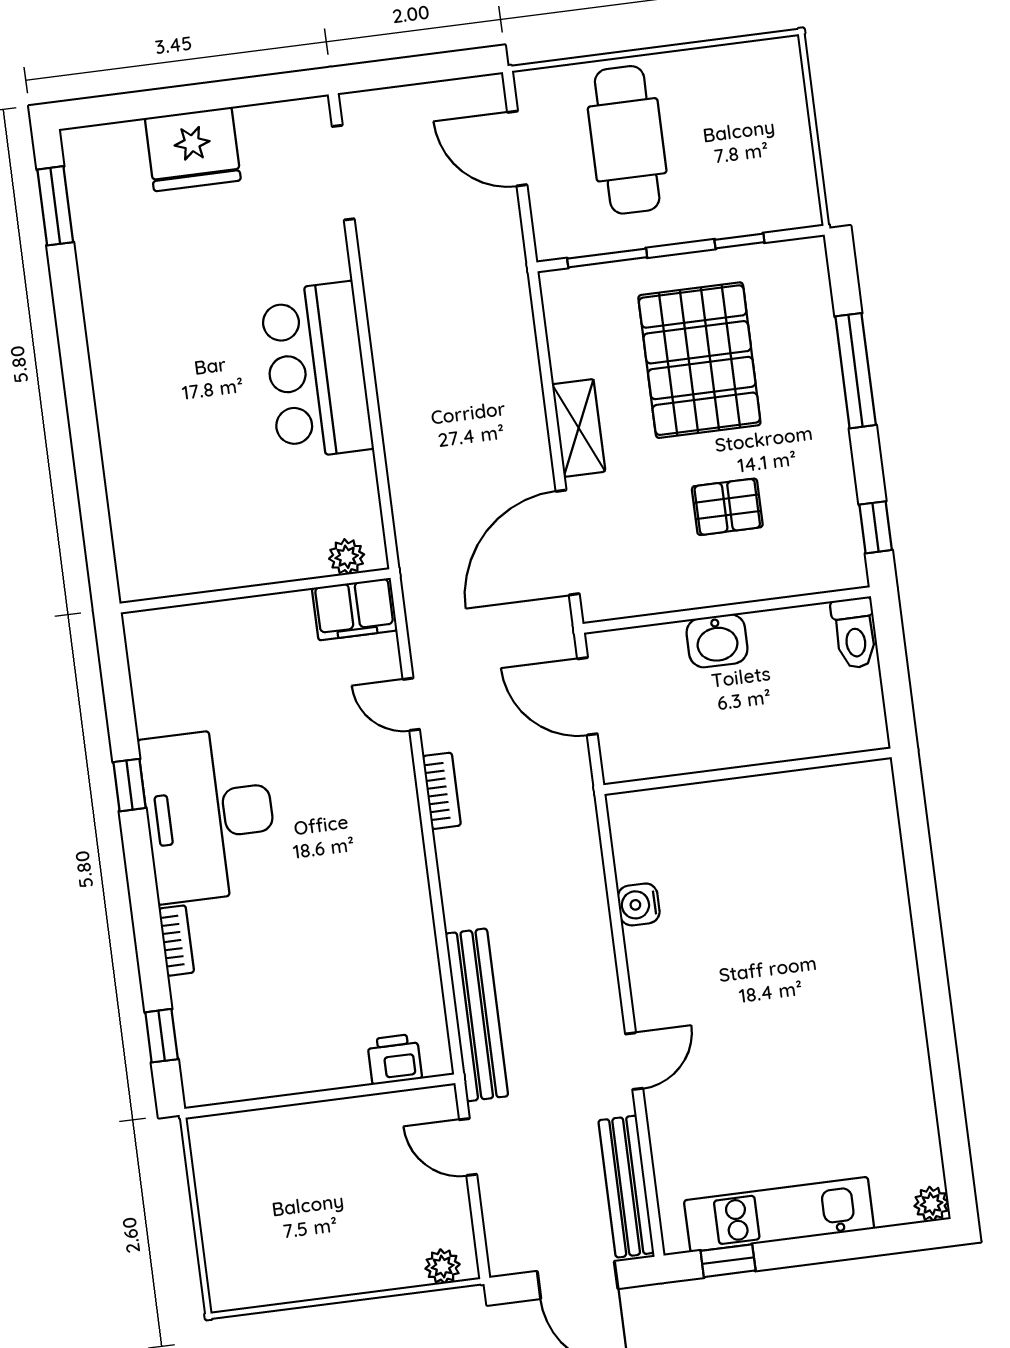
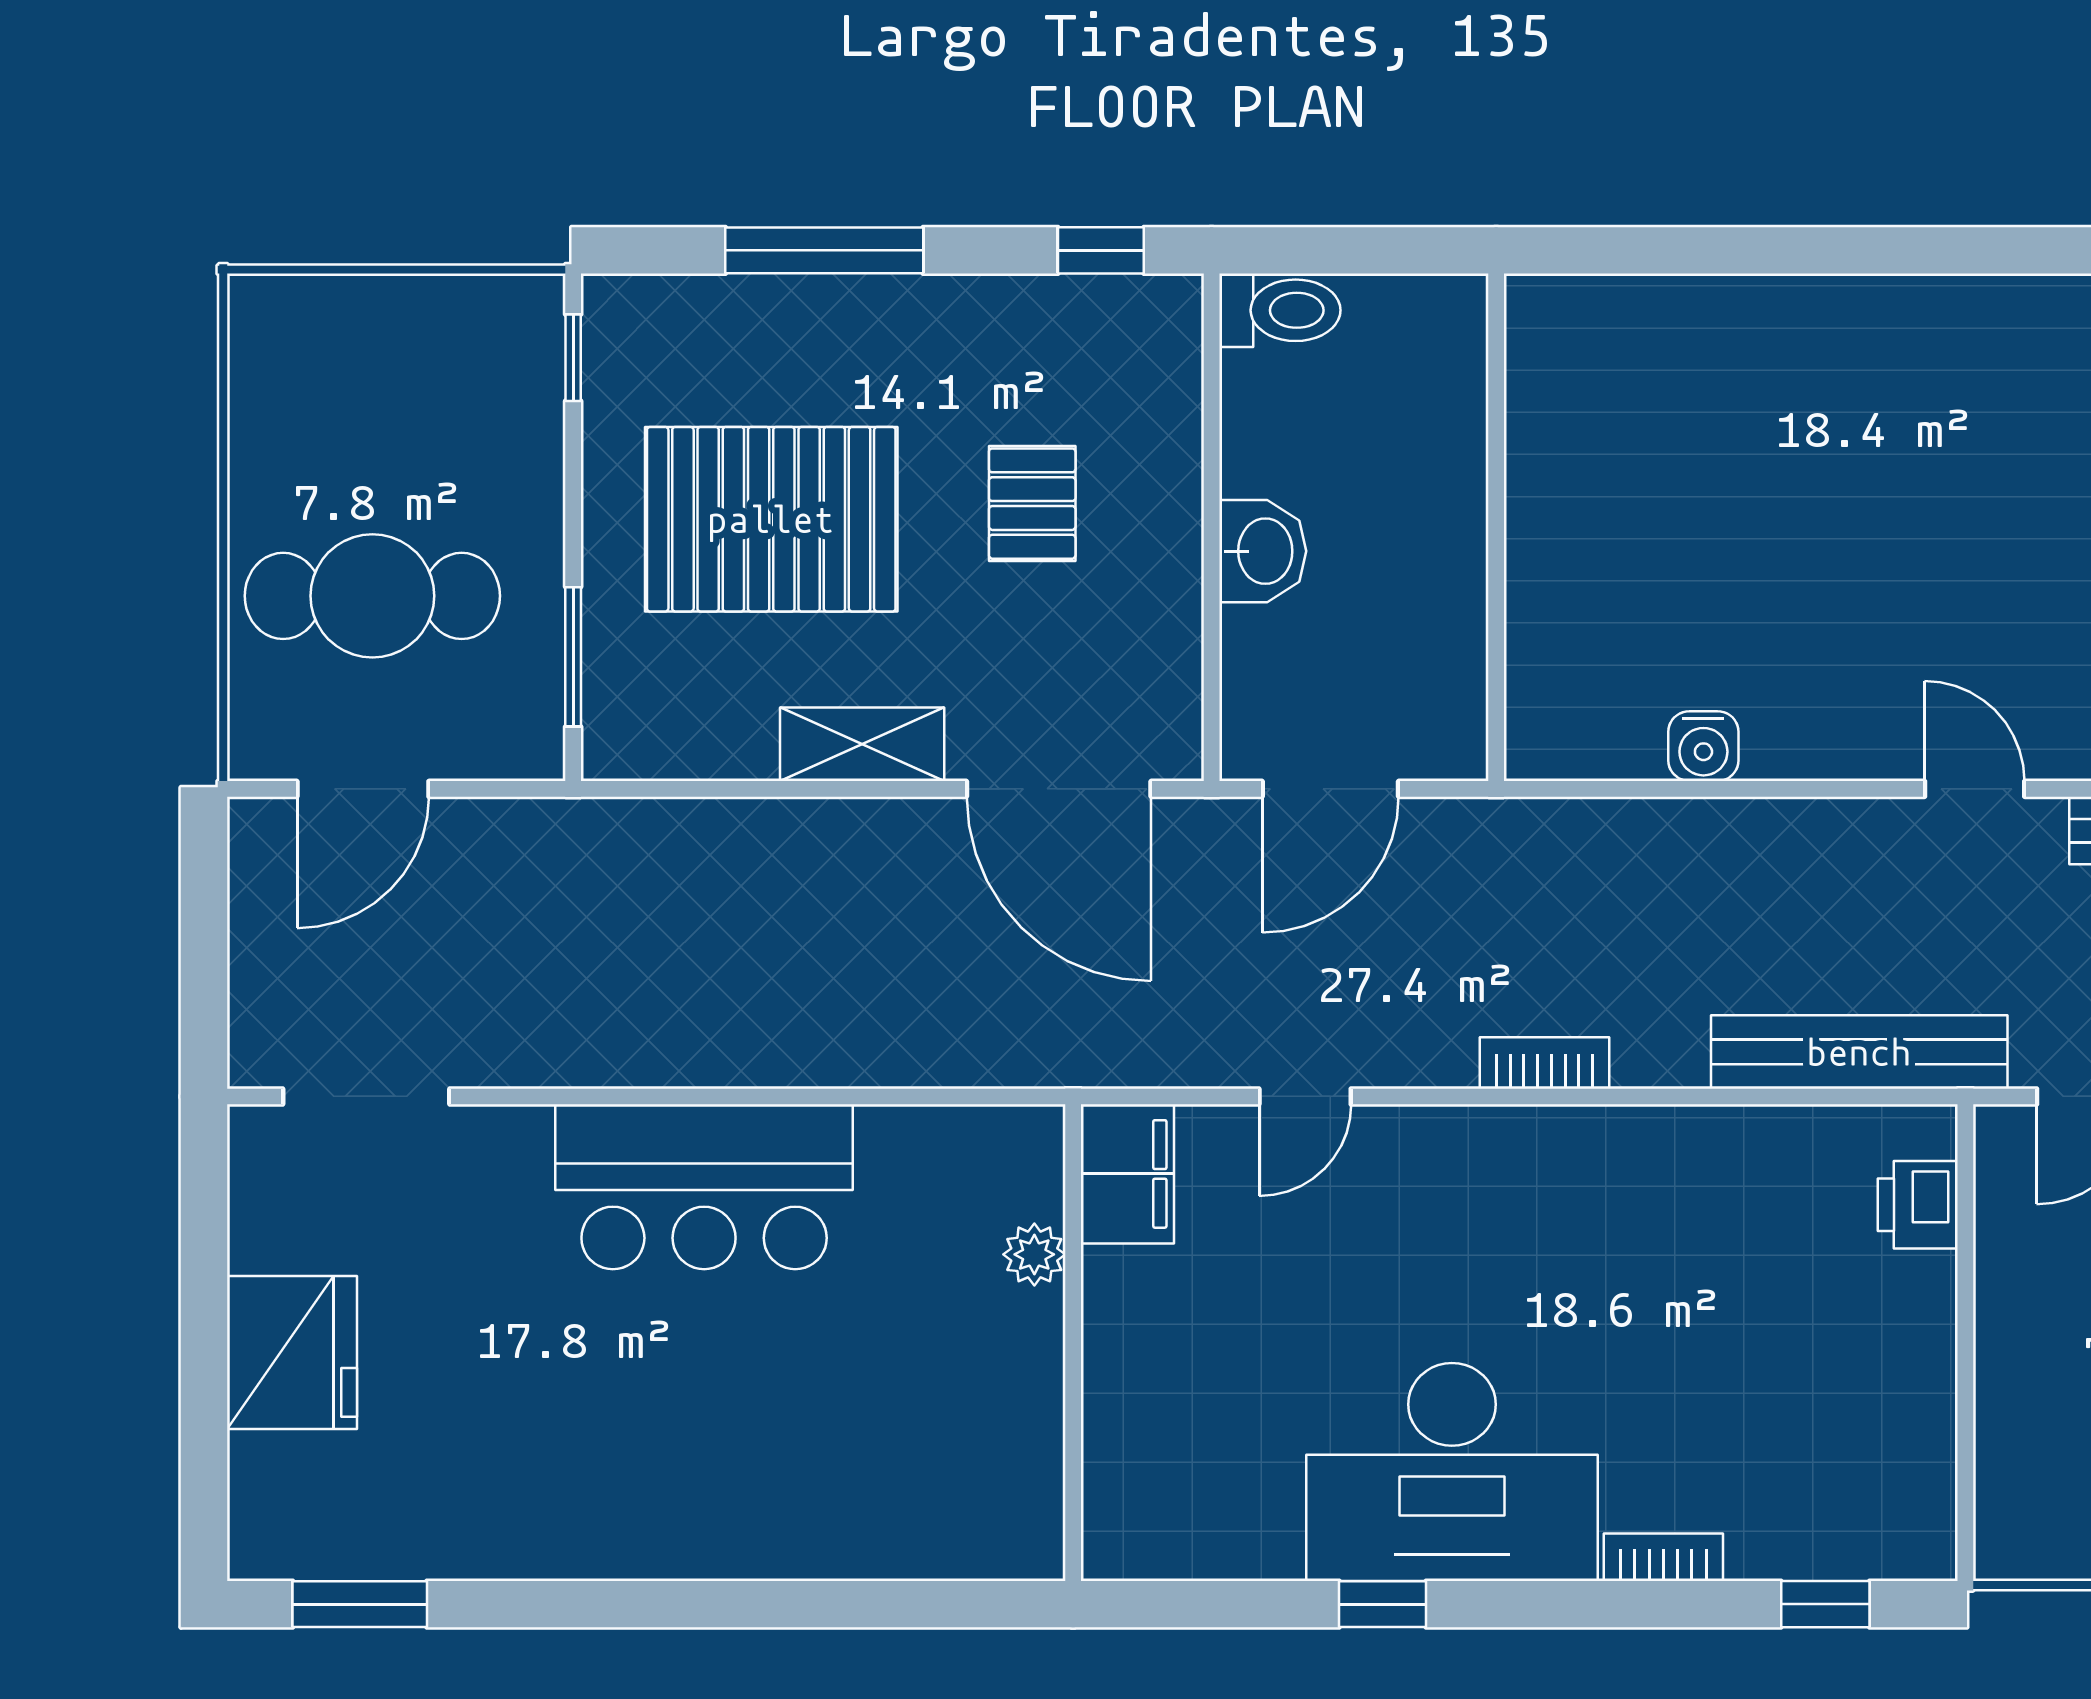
window: (739, 241) -> (573, 358), moved
plant: (347, 557) -> (1034, 1254), moved
bookcase: (442, 791) -> (1545, 1063), moved

